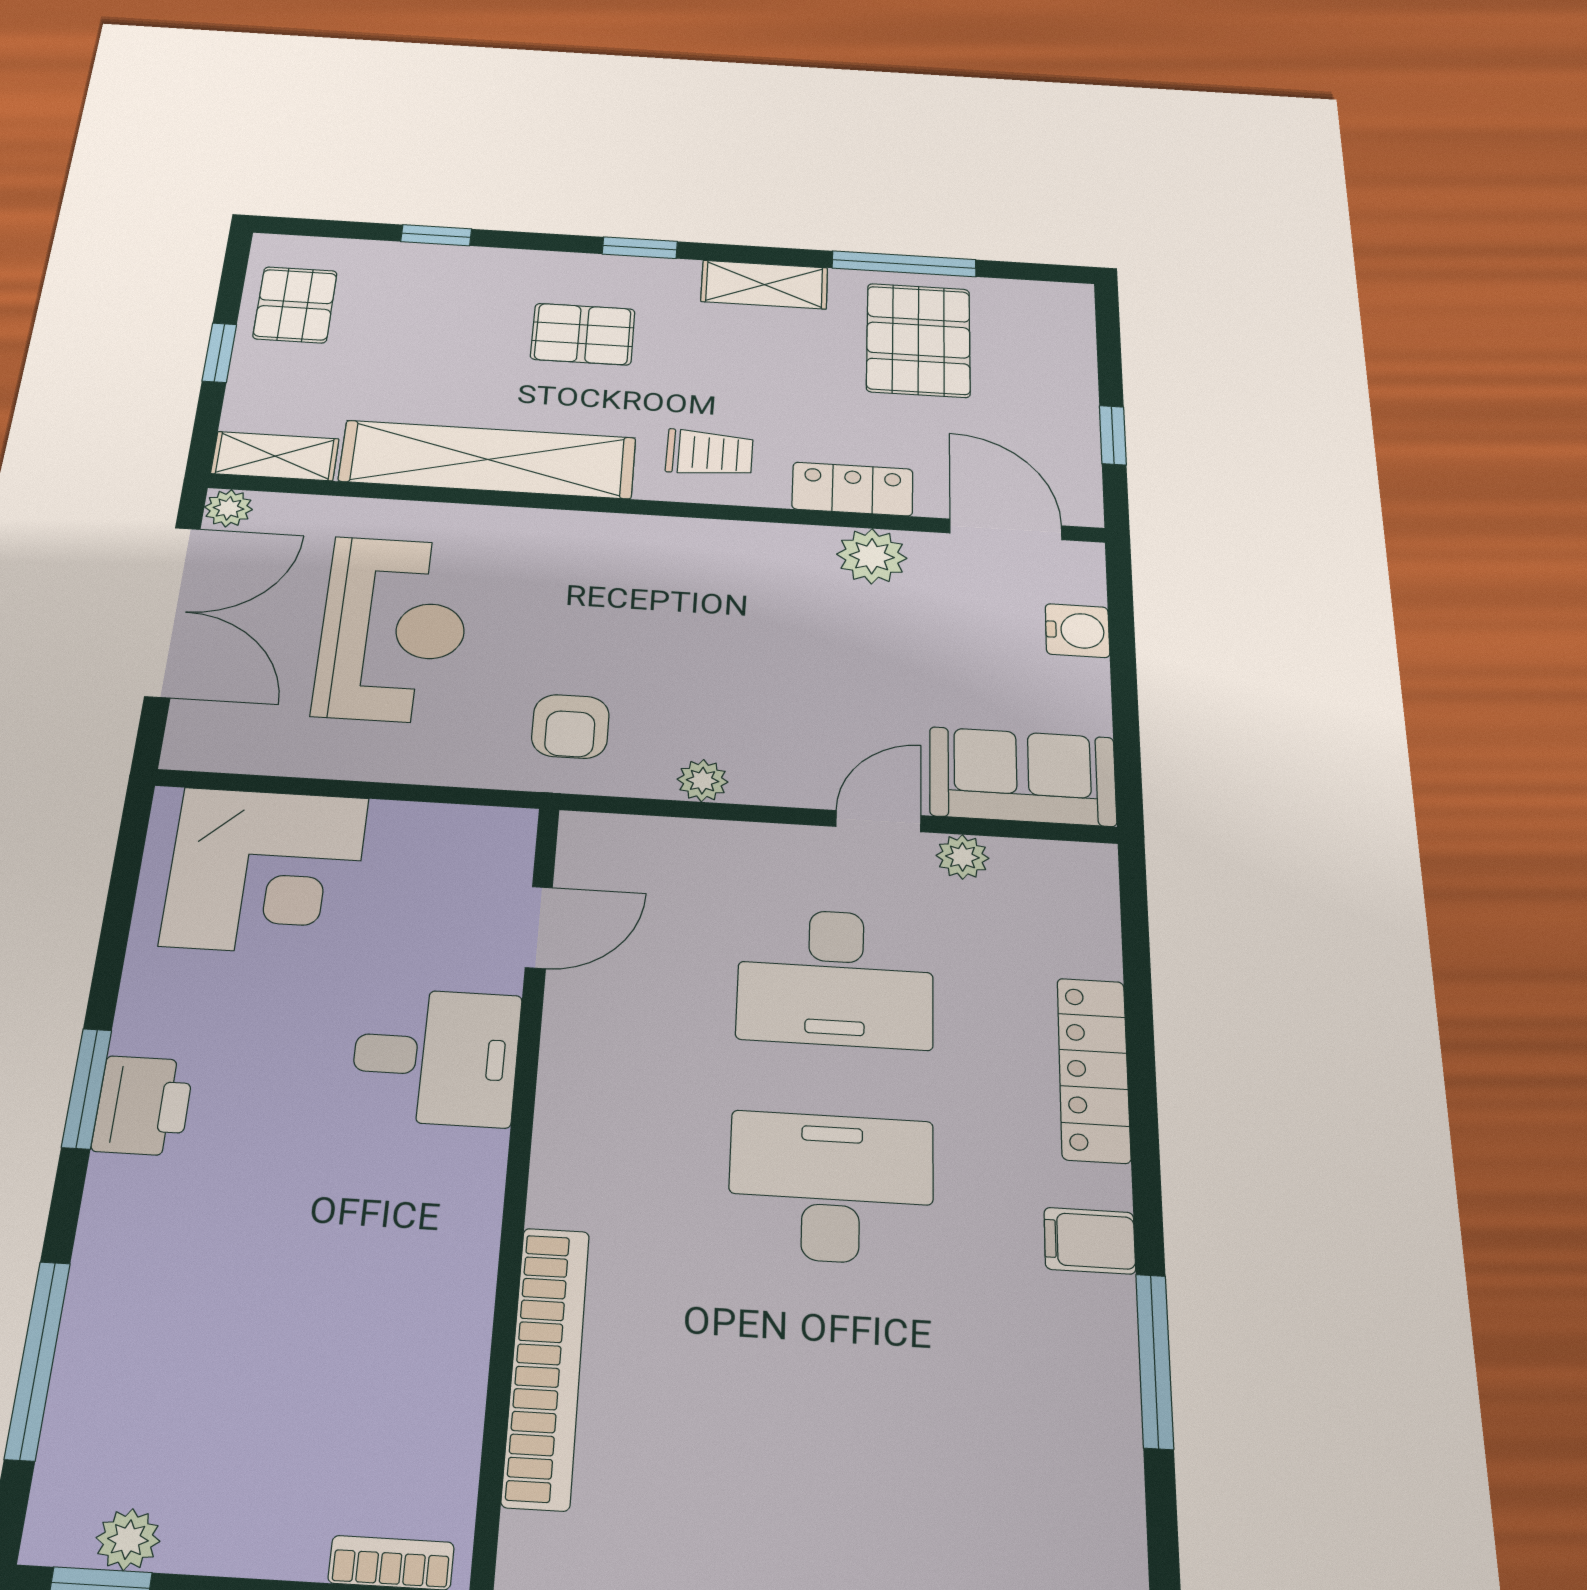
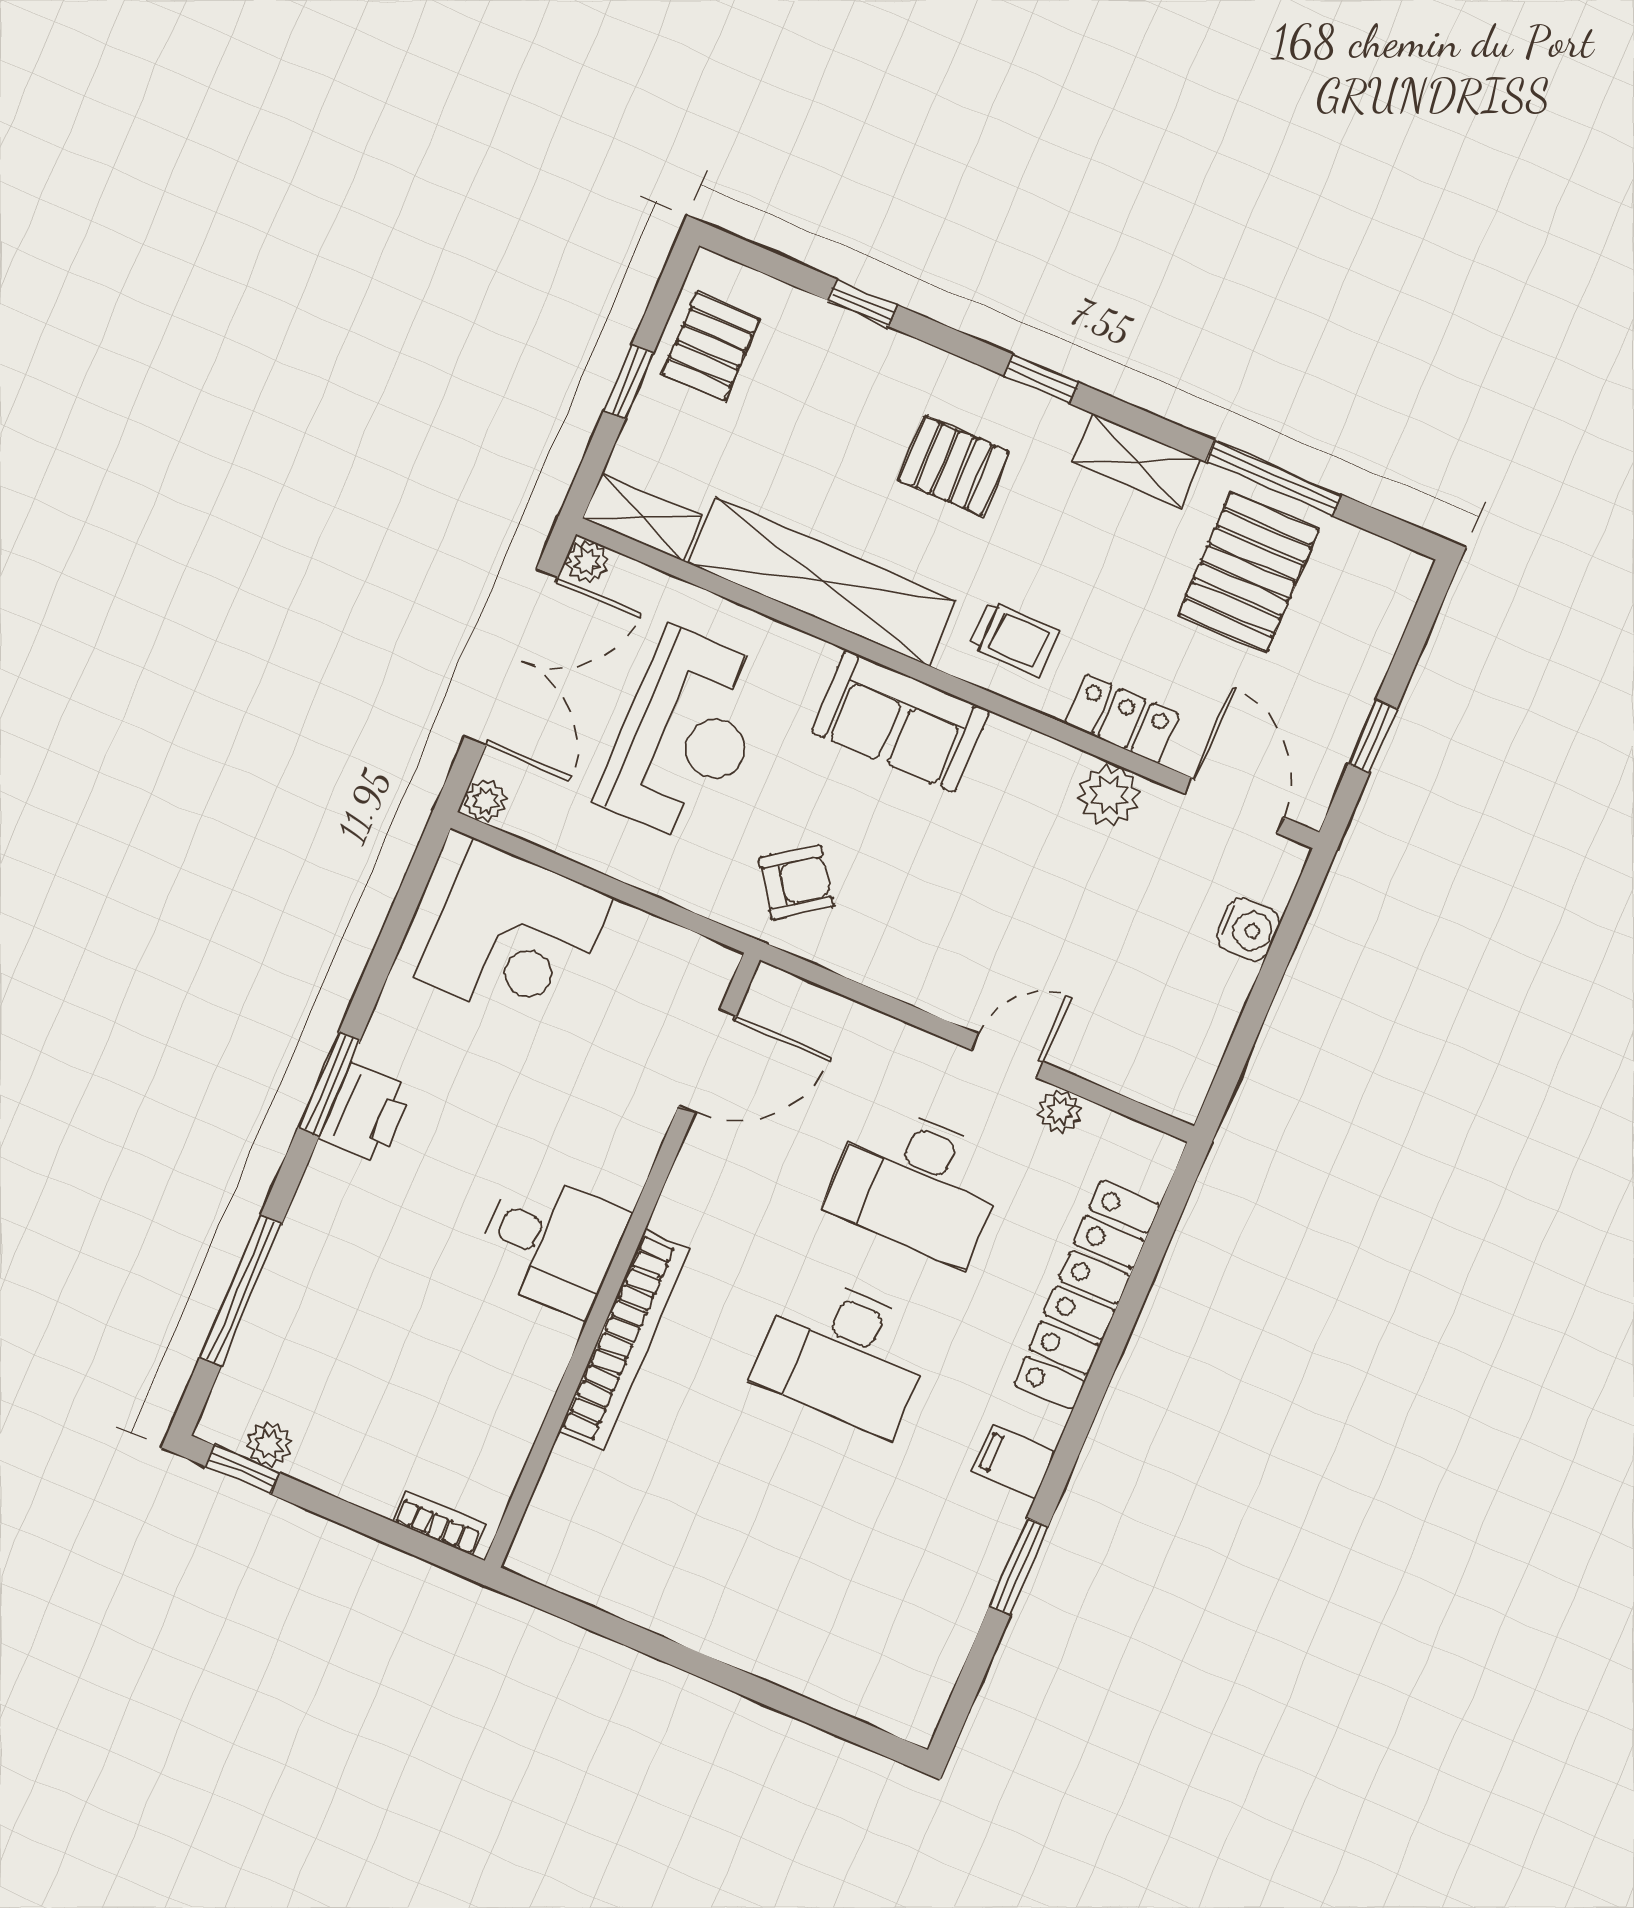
armchair: (570, 726) -> (796, 882), turned -125
sofa: (1023, 776) -> (900, 721), moved, turned 180
plant: (703, 781) -> (485, 801), moved
door: (539, 927) -> (707, 1061), width x1.37
desk: (436, 1057) -> (552, 1243), moved
locker: (1093, 1069) -> (1087, 1295), width x1.41, depth x1.21
desk: (831, 1188) -> (844, 1355), turned 180
window: (1155, 1361) -> (1019, 1566), width x0.69
bookcase: (546, 1366) -> (624, 1340), moved

